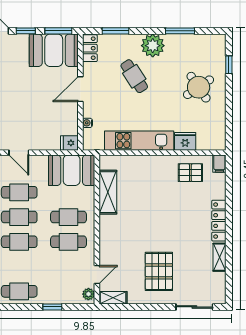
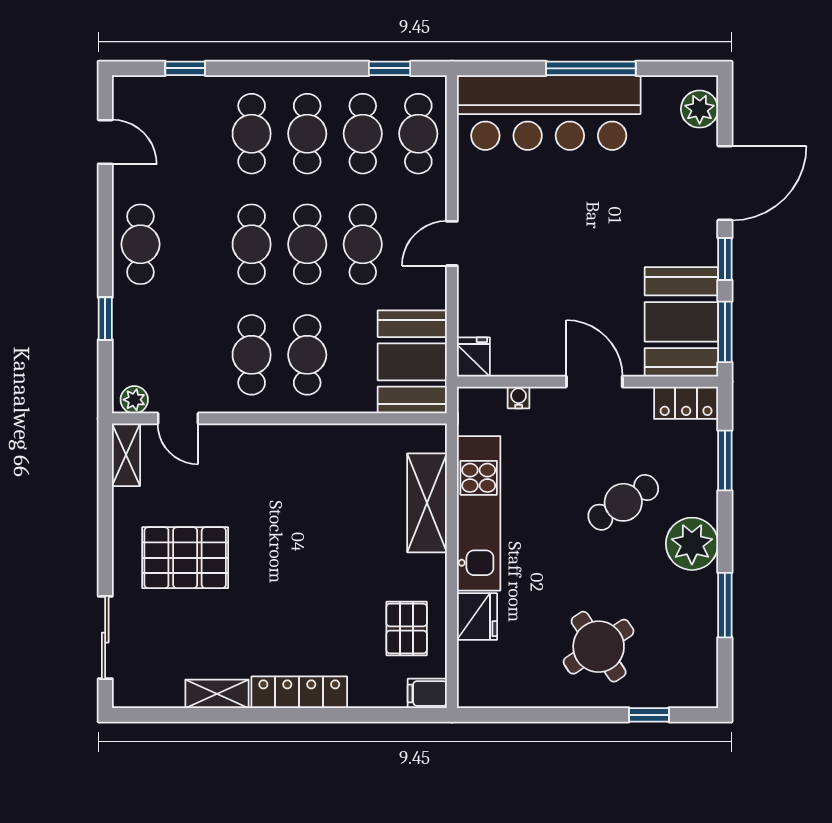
shelving: (108, 192) -> (427, 503), moved, turned 90

